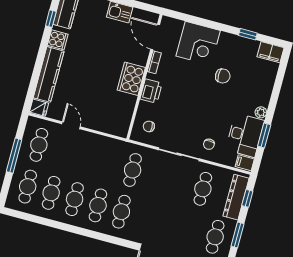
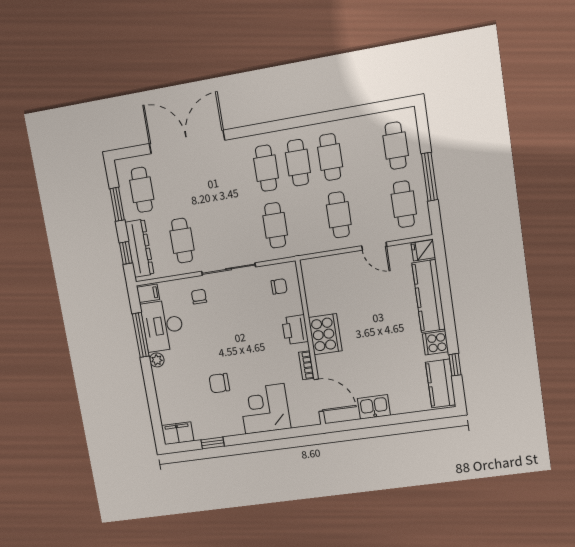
window: (264, 135) -> (141, 335), width x1.44
cafe table: (51, 193) -> (339, 215), moved

